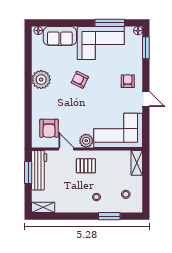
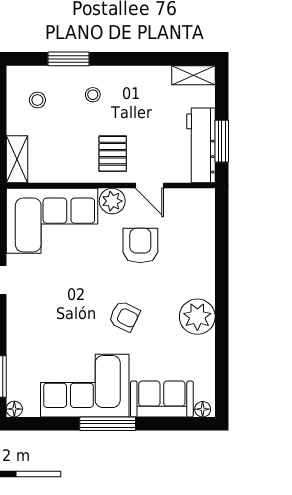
window: (110, 23) -> (108, 424), moved
armchair: (128, 81) -> (34, 314), removed
armchair: (49, 128) -> (140, 245), moved
pallet: (86, 166) -> (113, 154), turned 90

